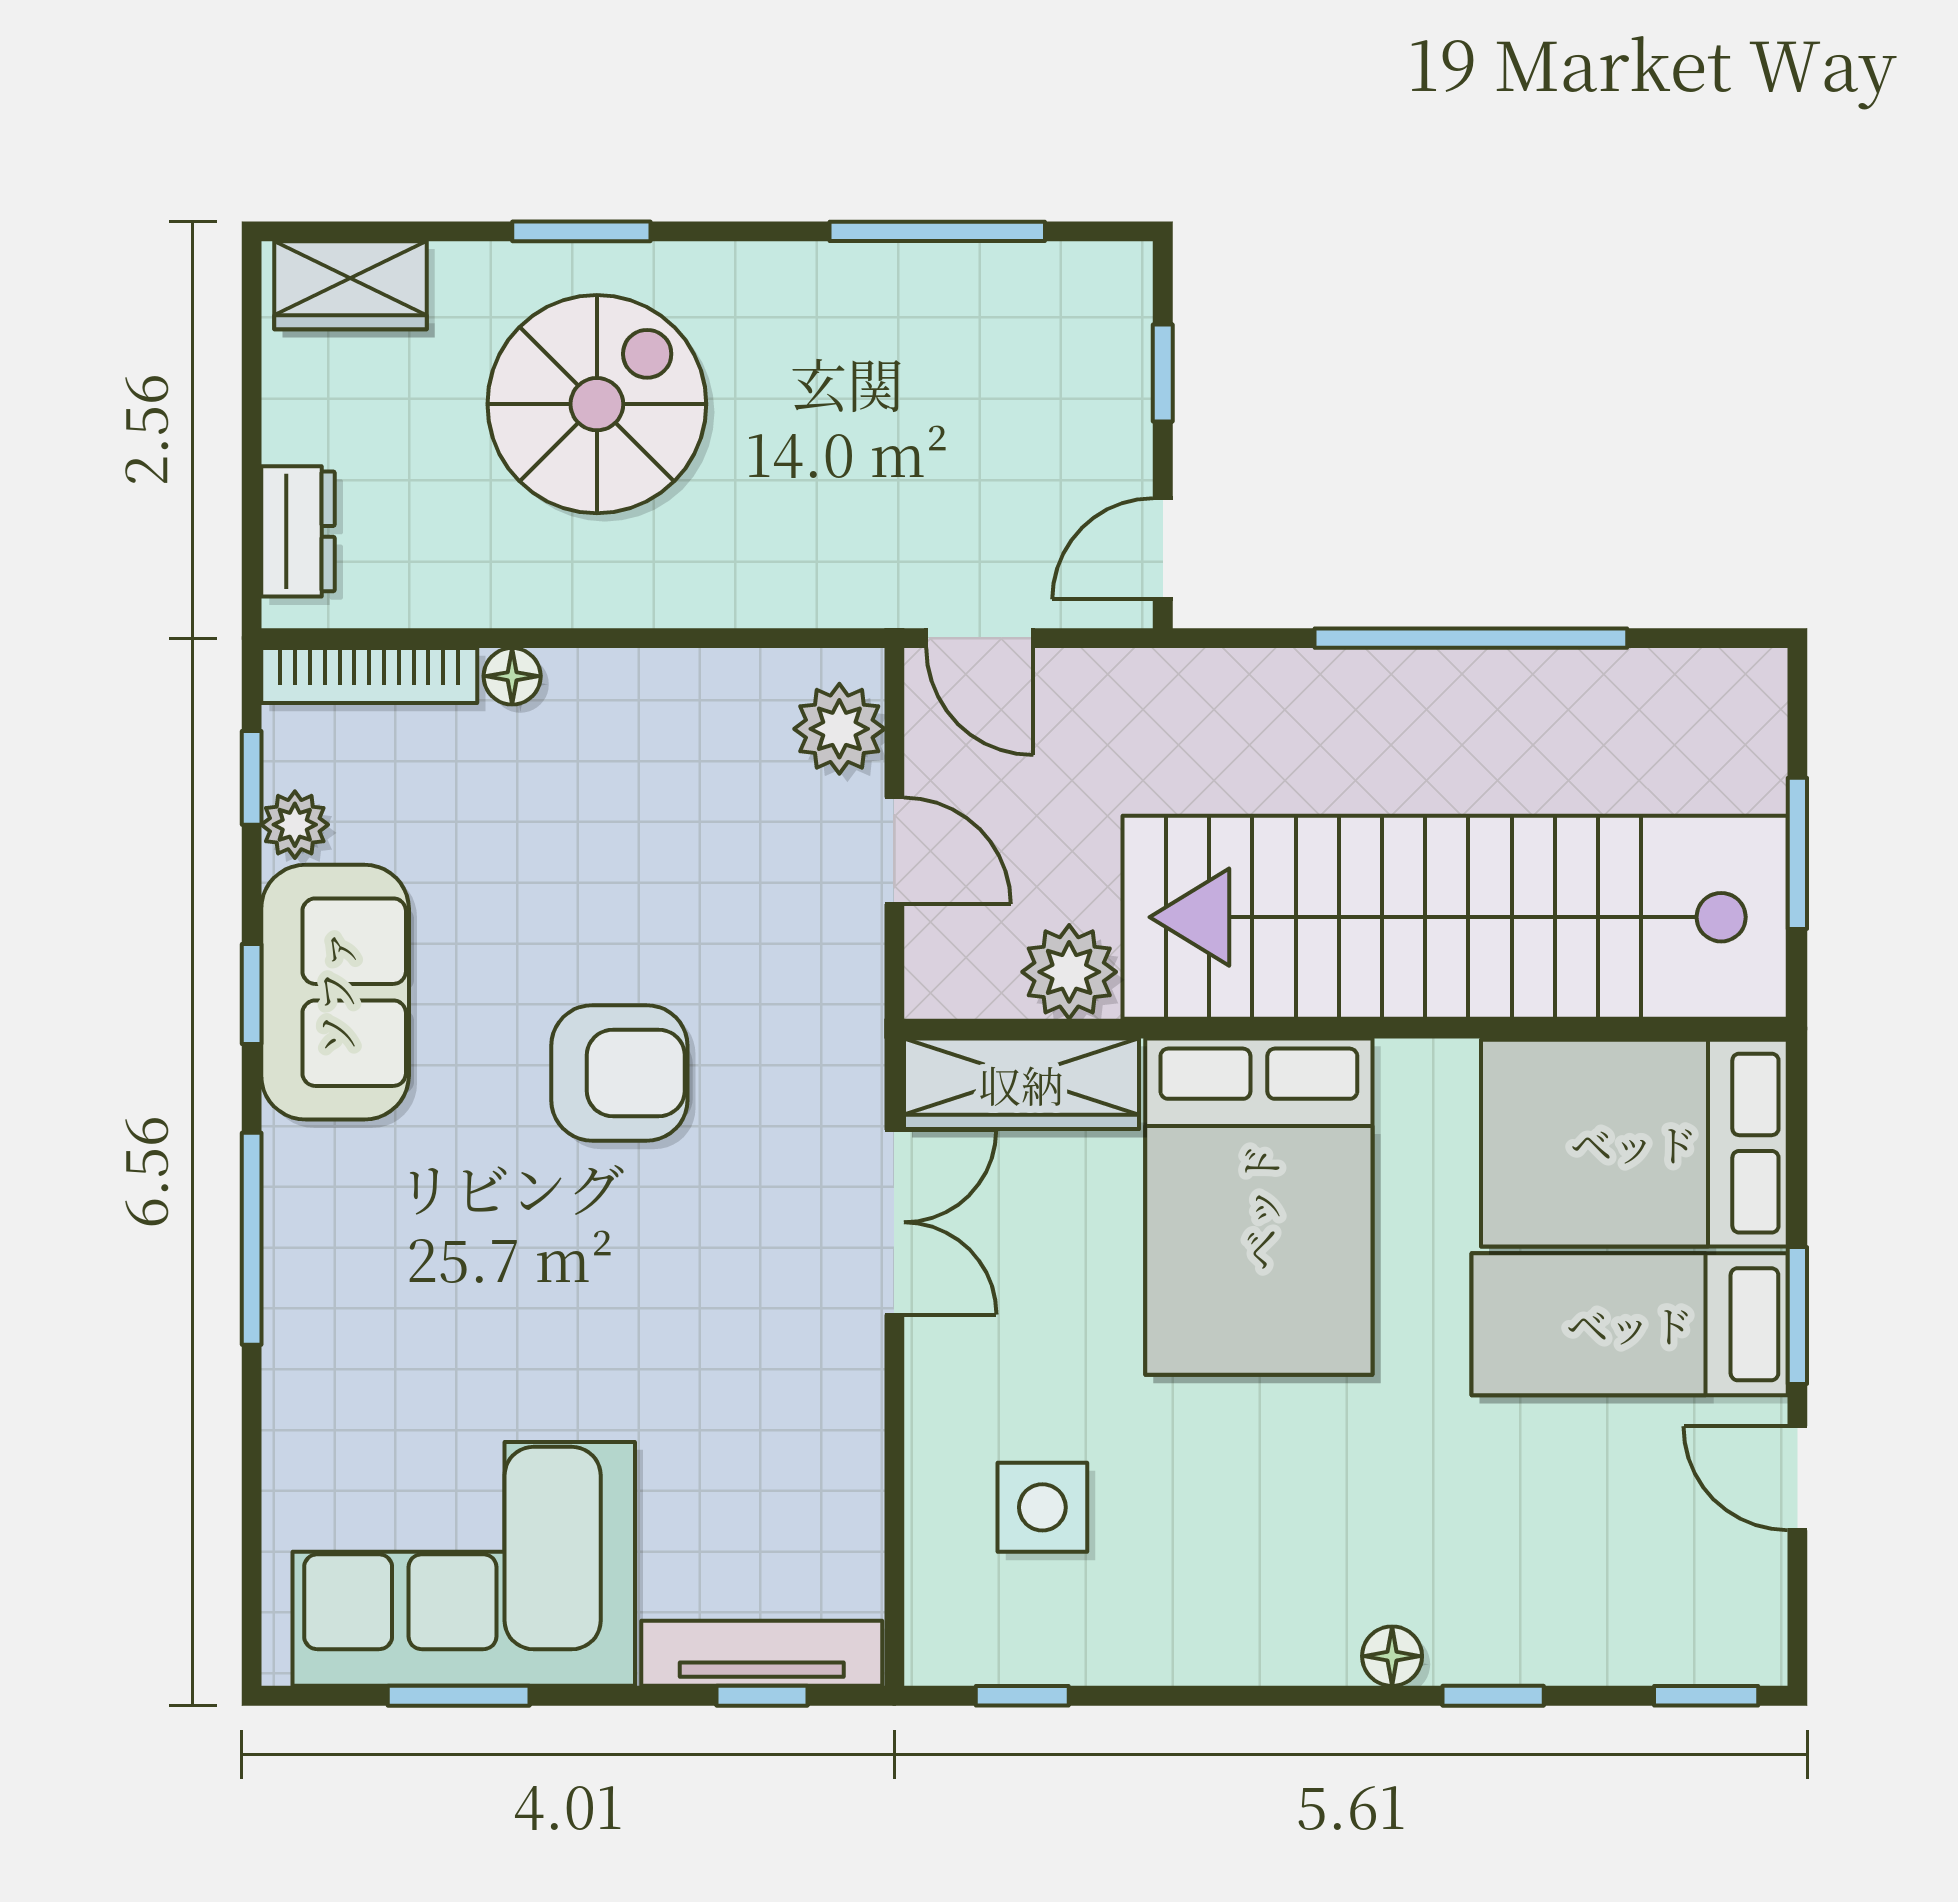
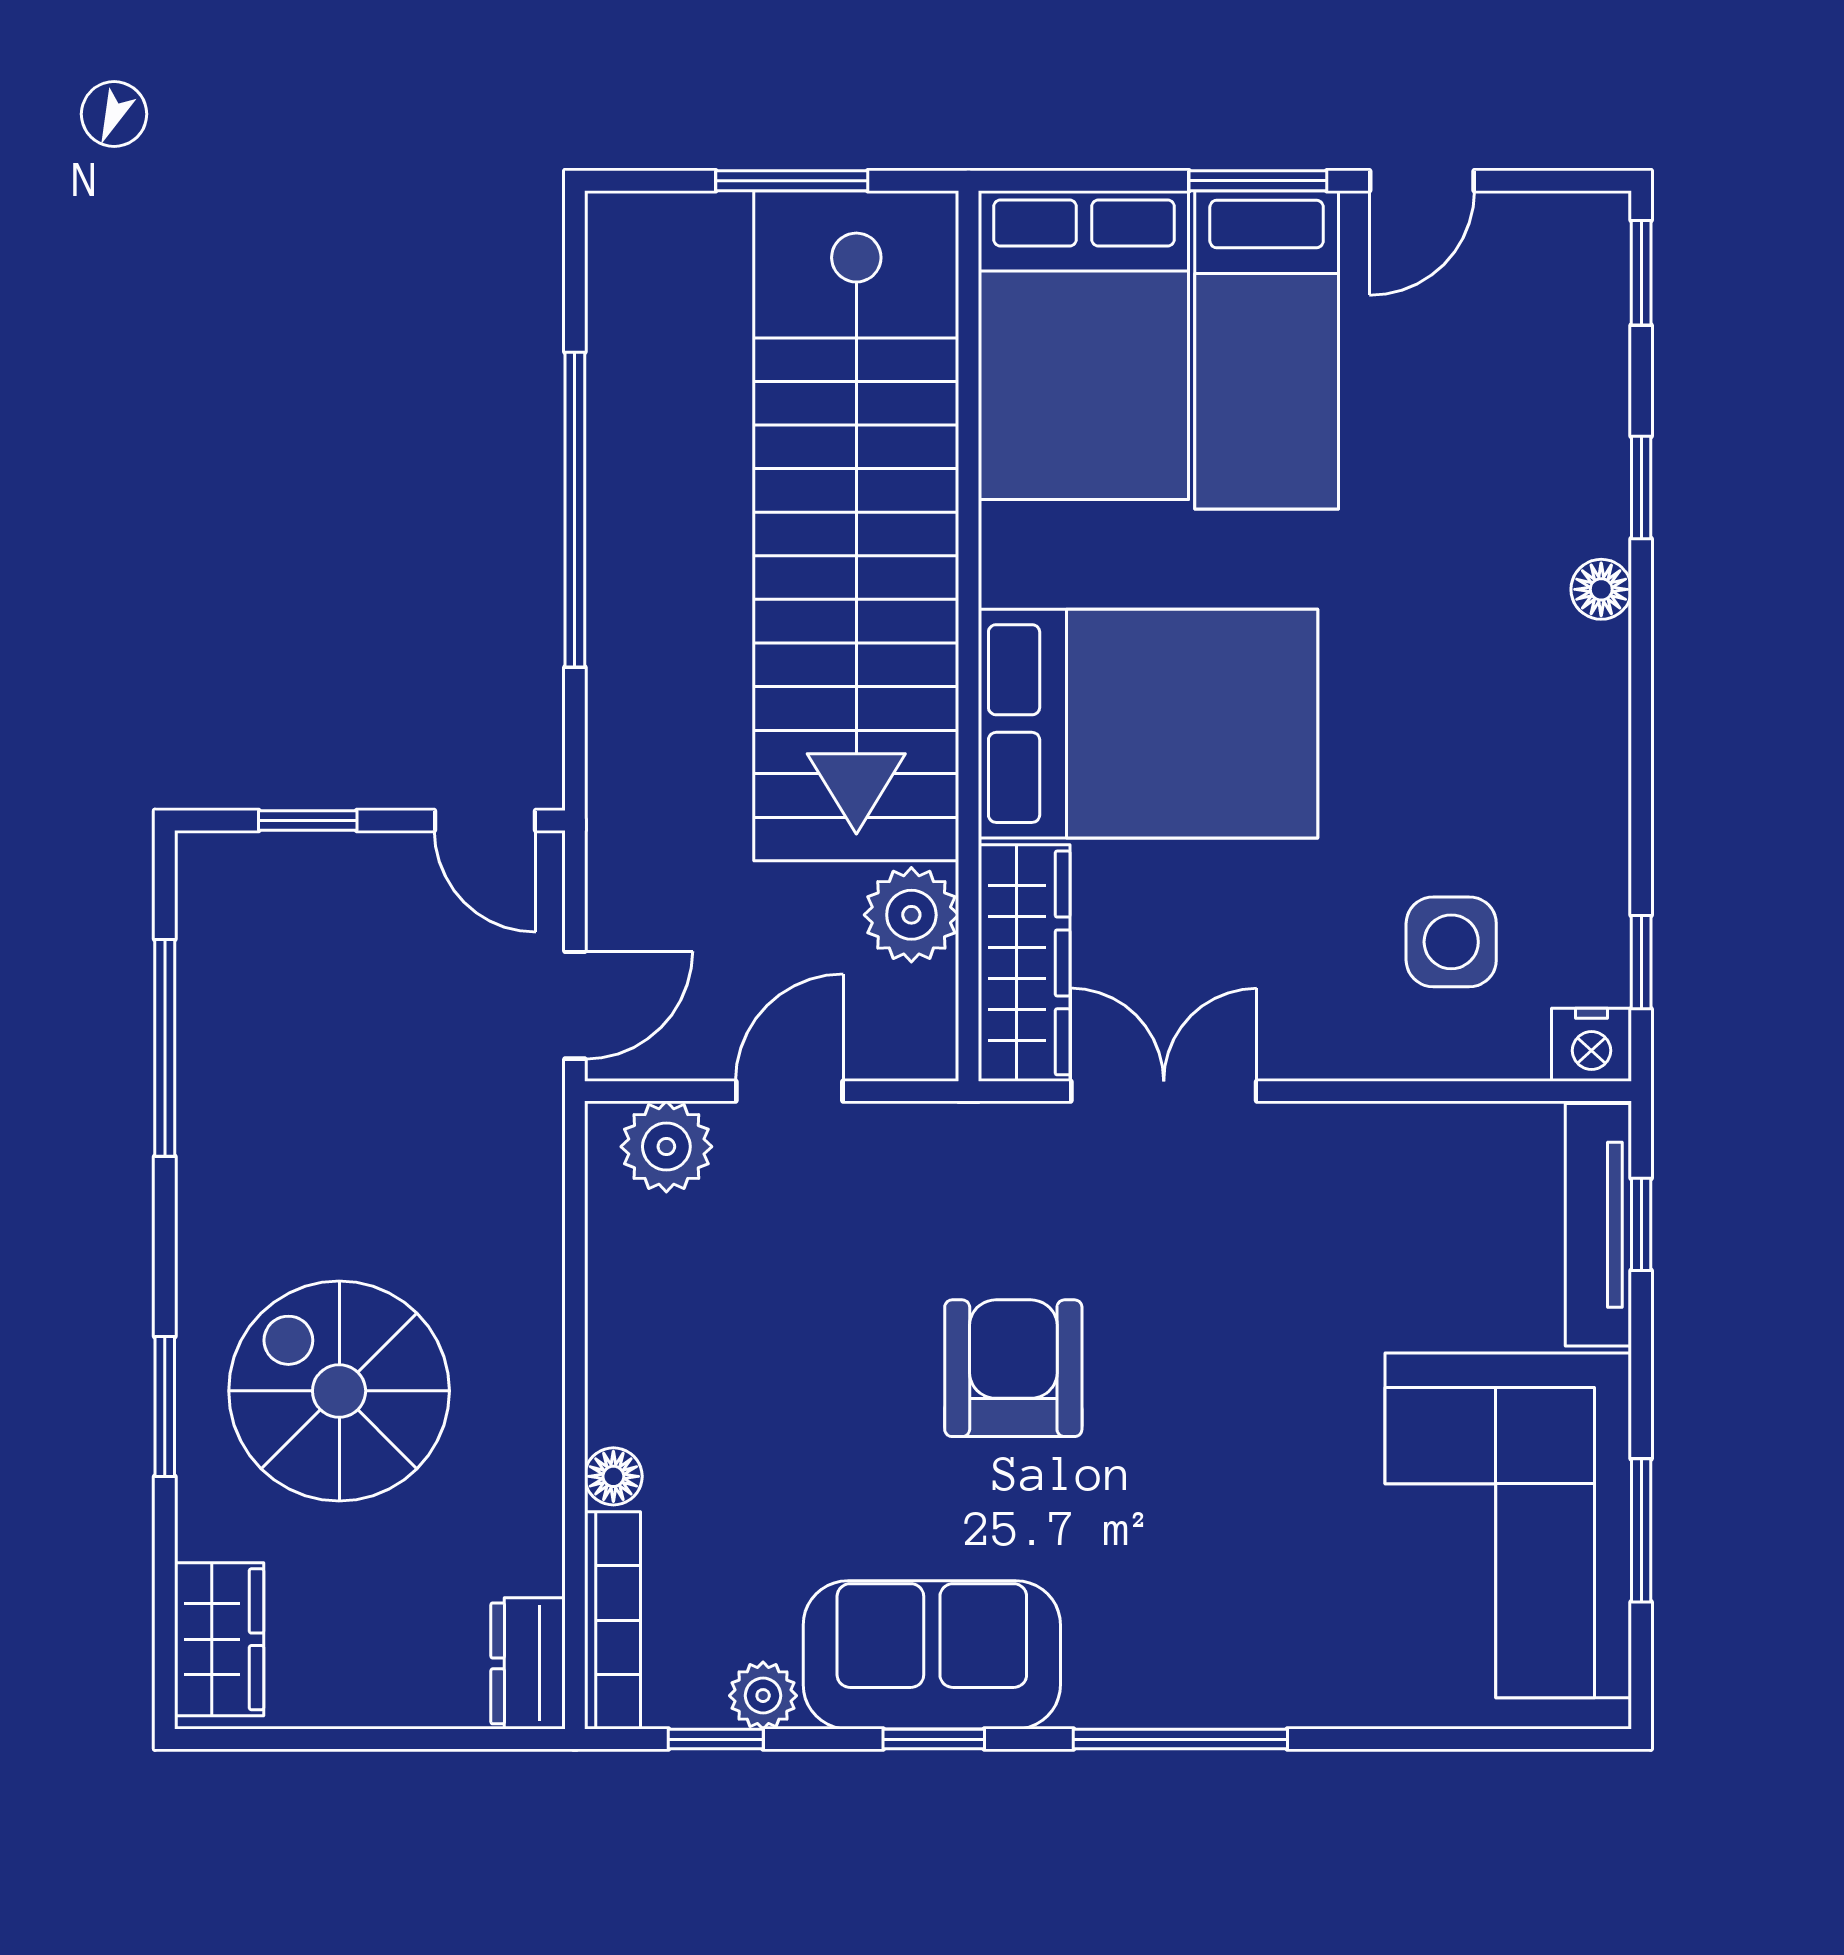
dresser: (298, 531) -> (528, 1663), moved, turned -90
nightstand: (940, 1646) -> (1591, 1045), added

